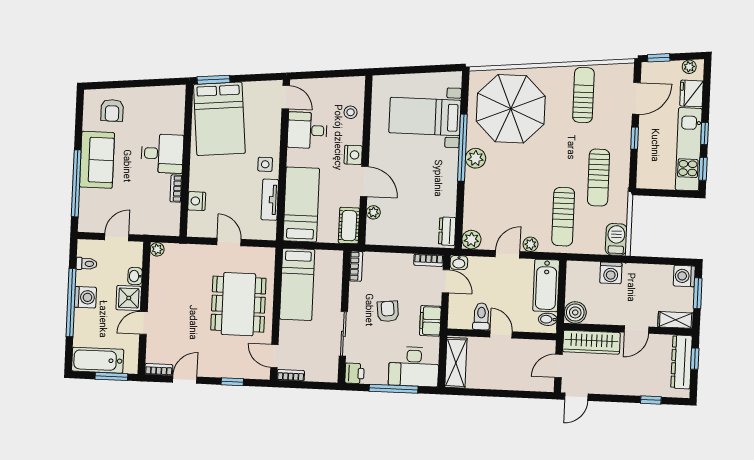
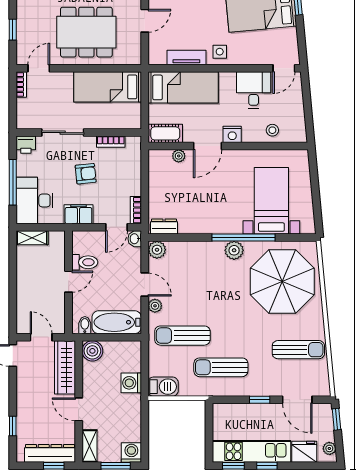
bookcase: (356, 266) -> (111, 142), moved
shelving: (456, 363) -> (32, 238), width x0.67, depth x0.75

